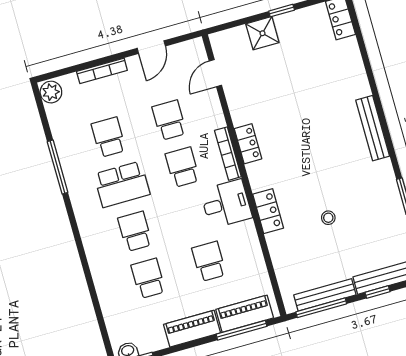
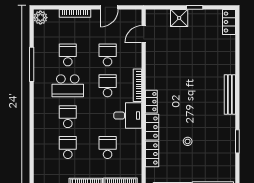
locker: (248, 144) -> (151, 102), moved
locker: (280, 252) -> (152, 154), added

